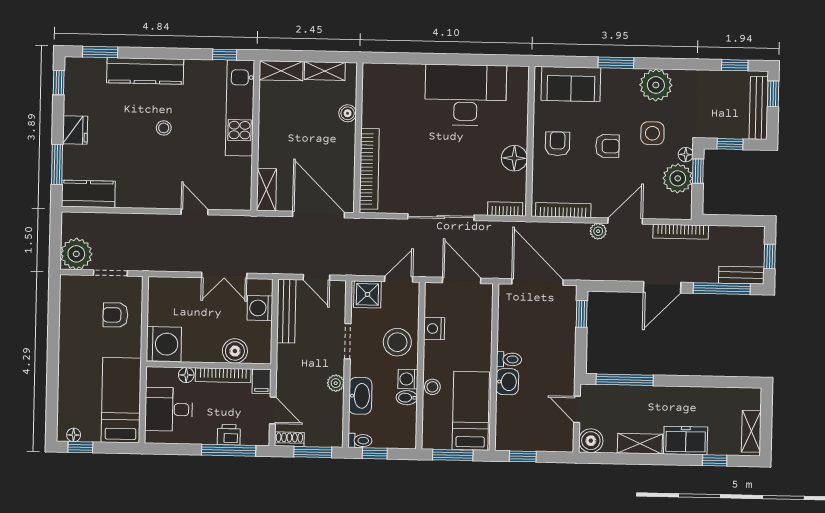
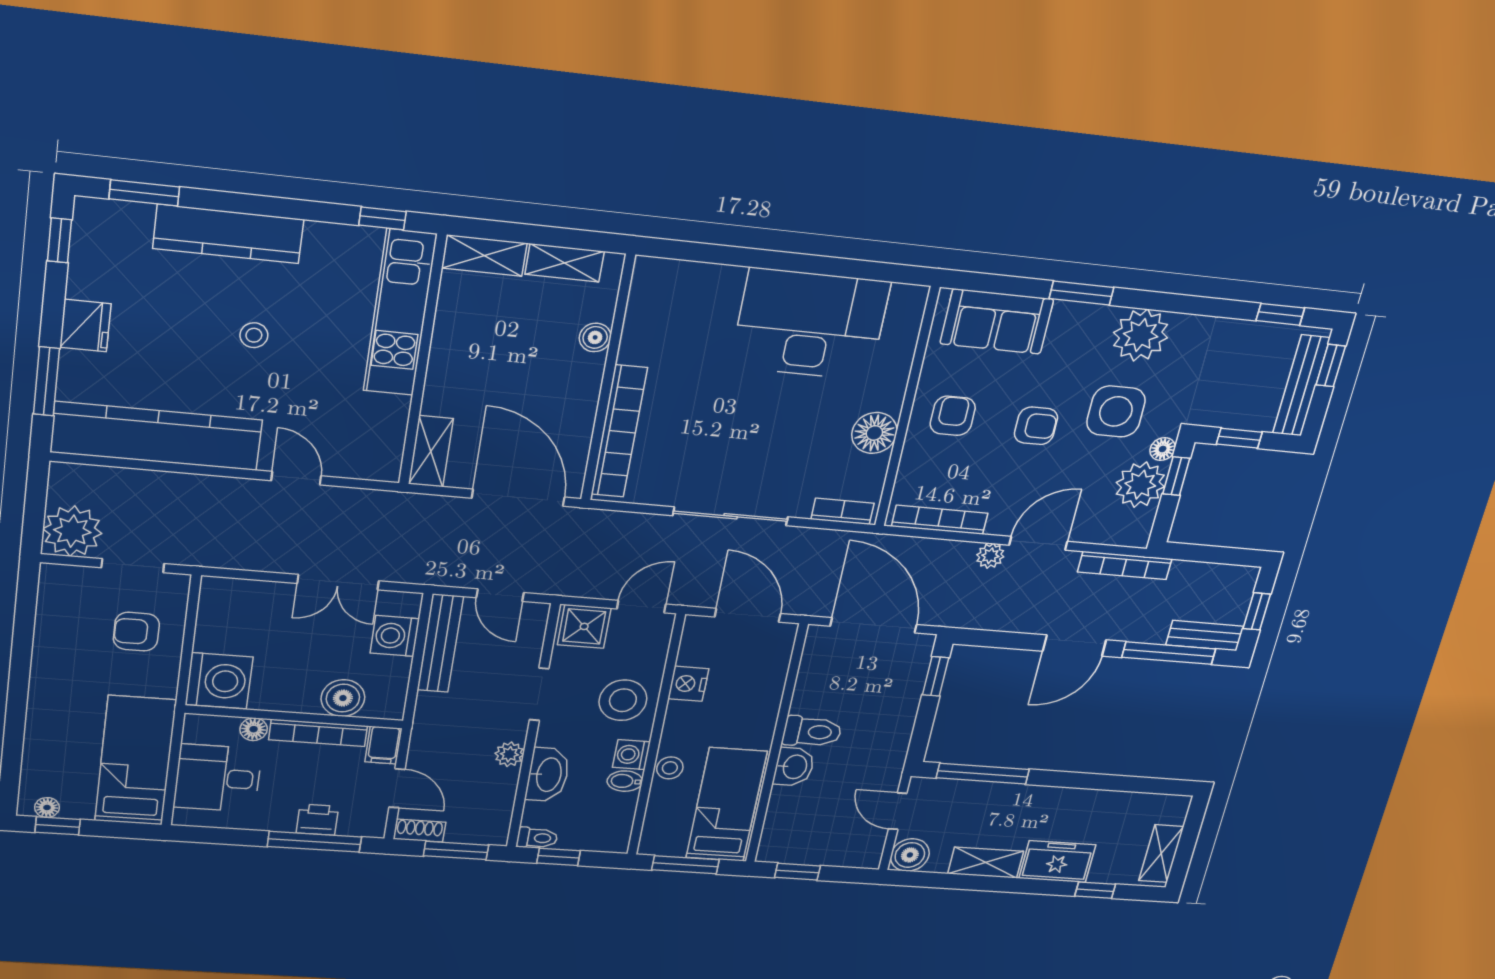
side table: (652, 133) -> (1116, 411), width x1.37, depth x1.37
kitchen counter: (88, 194) -> (156, 436), width x2.08, depth x1.17
toilet: (509, 359) -> (812, 732), width x1.37, depth x1.39

